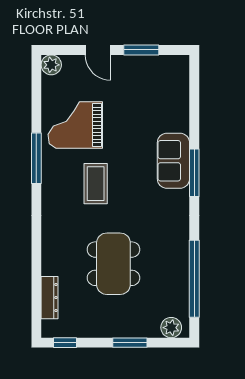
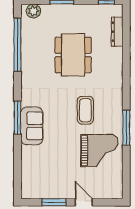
plant: (51, 65) -> (116, 192), removed

